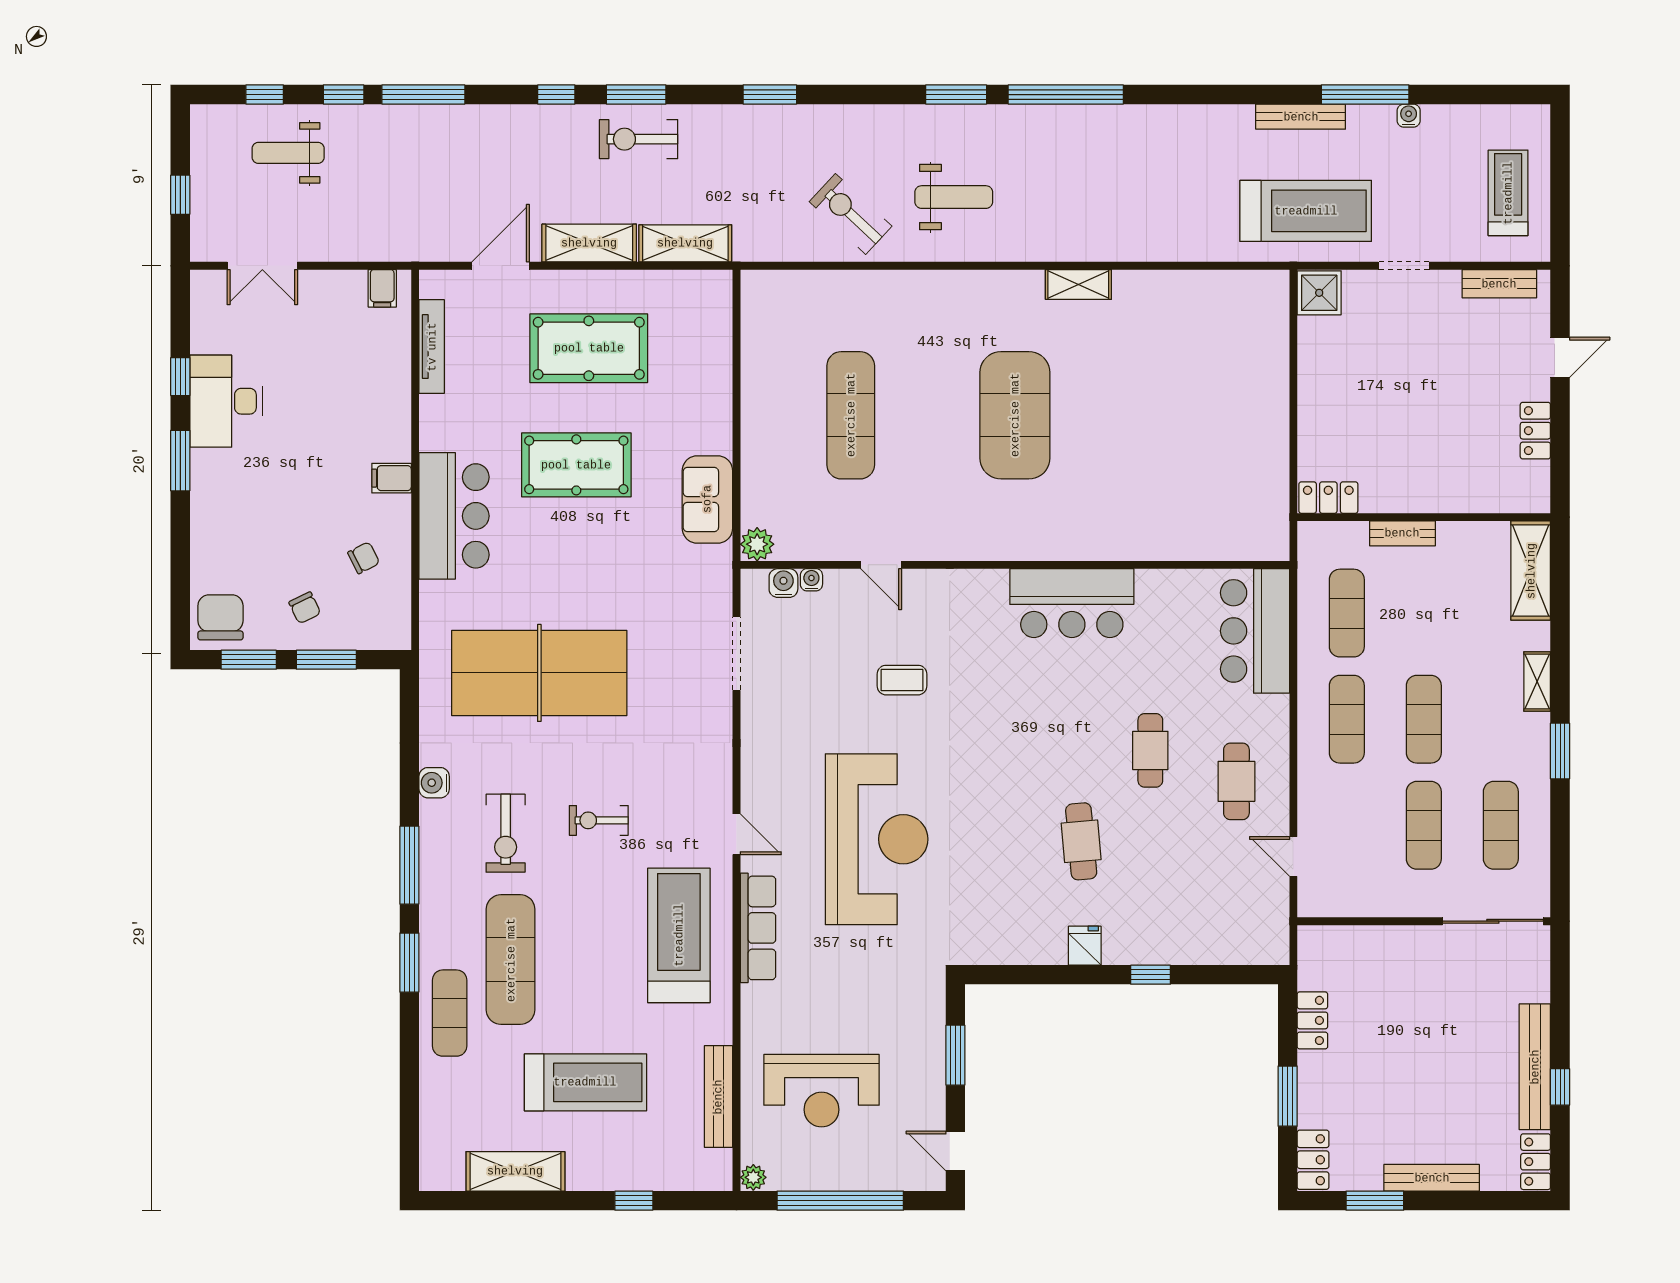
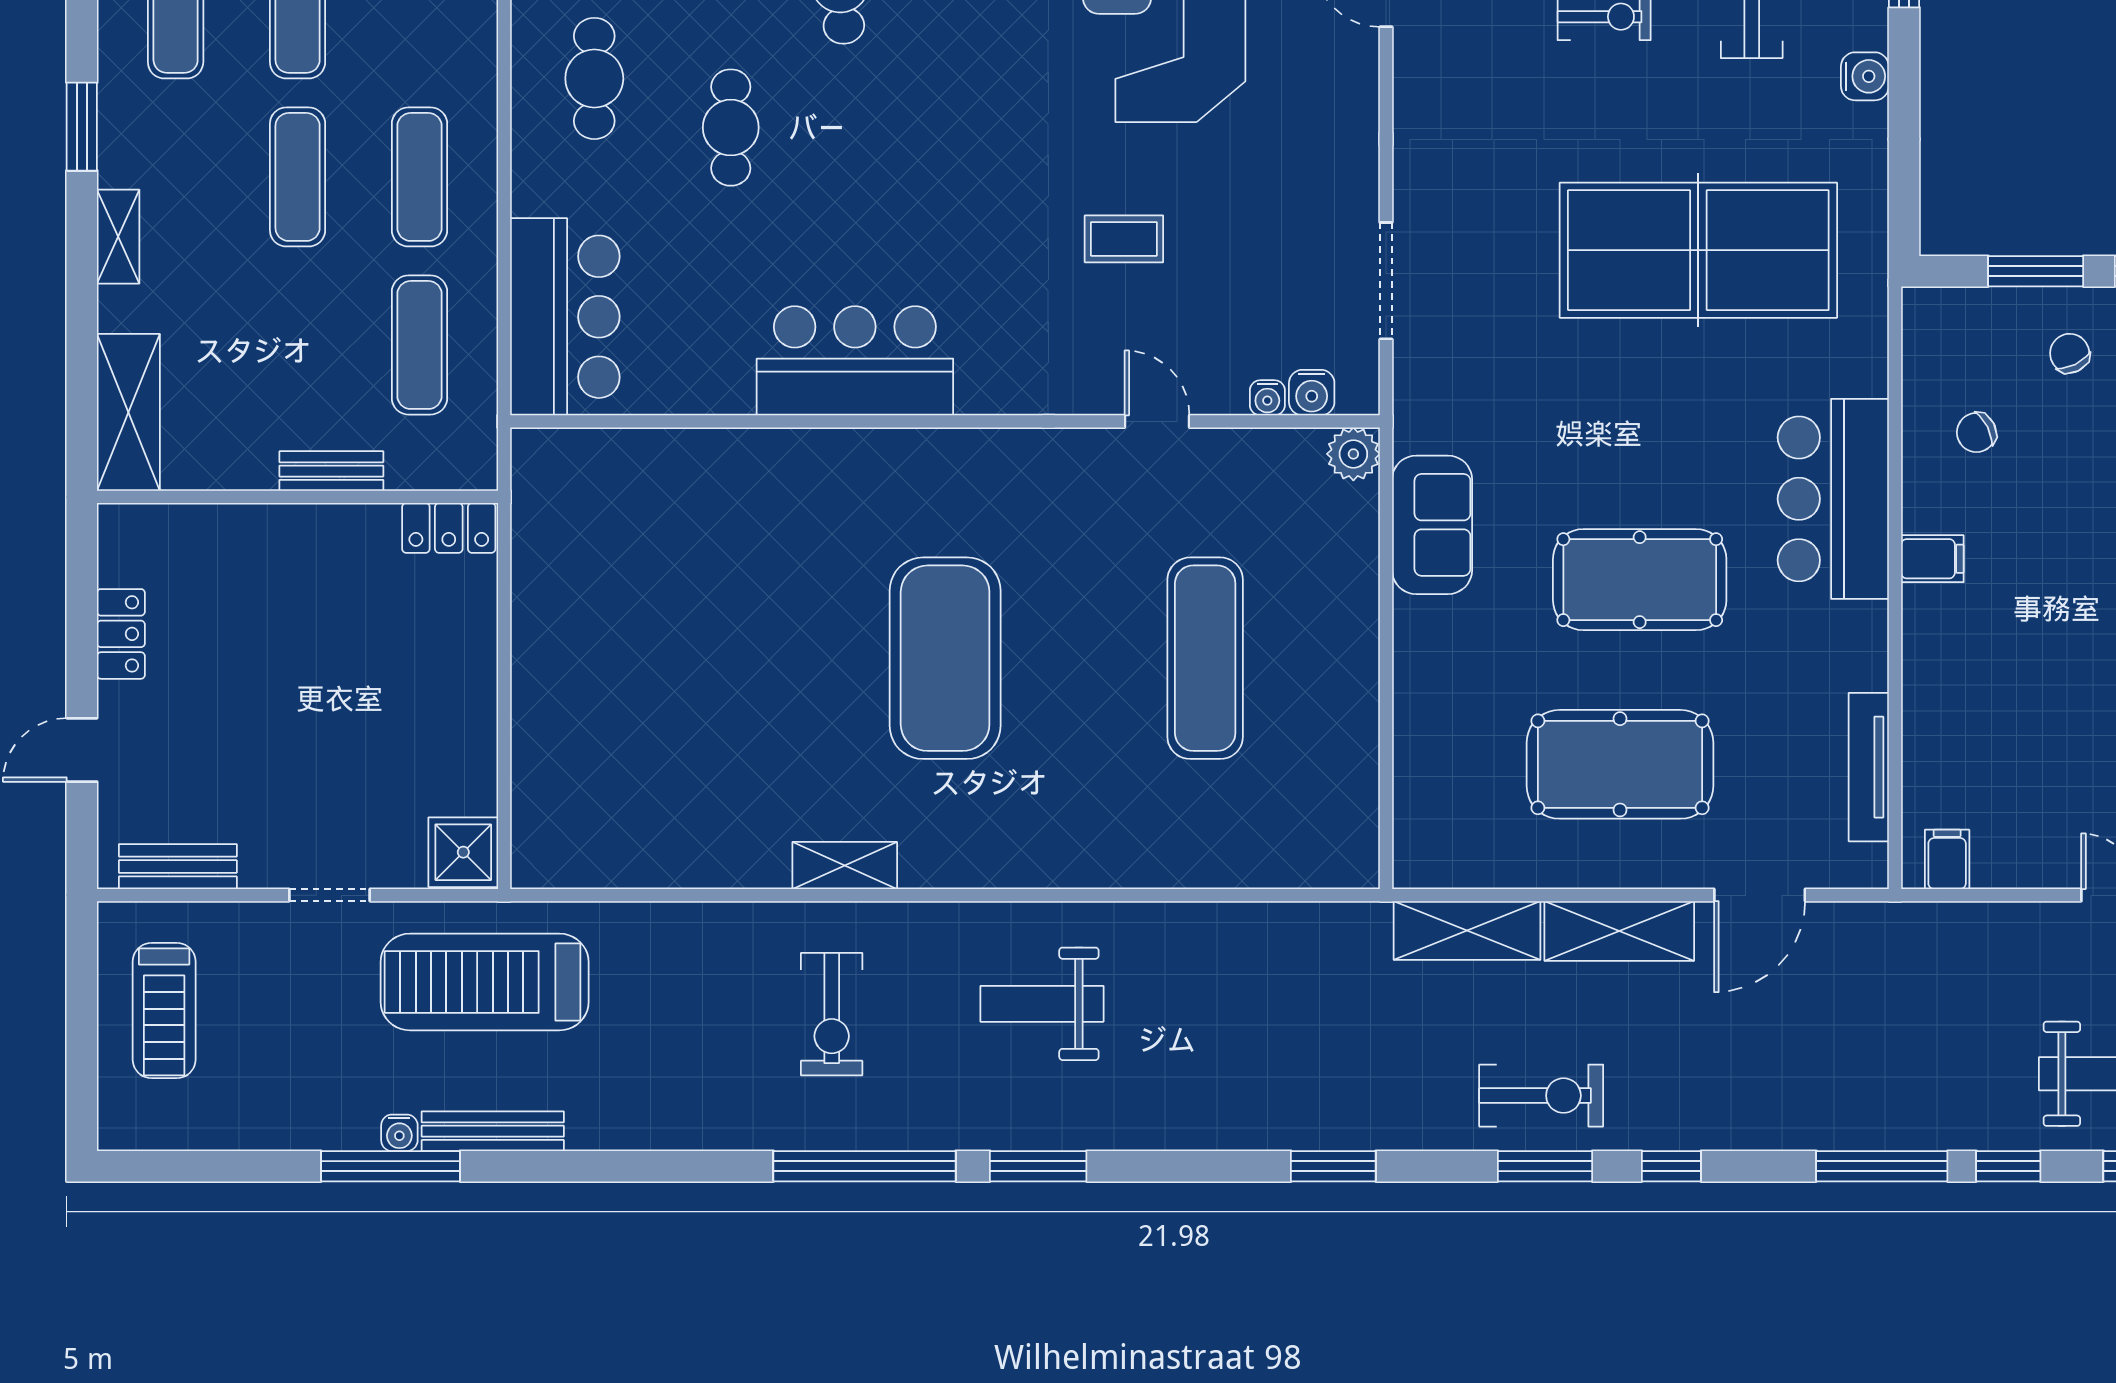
water cooler: (1409, 116) -> (399, 1133), moved
exercise bike: (851, 214) -> (832, 1014), moved, turned 47

